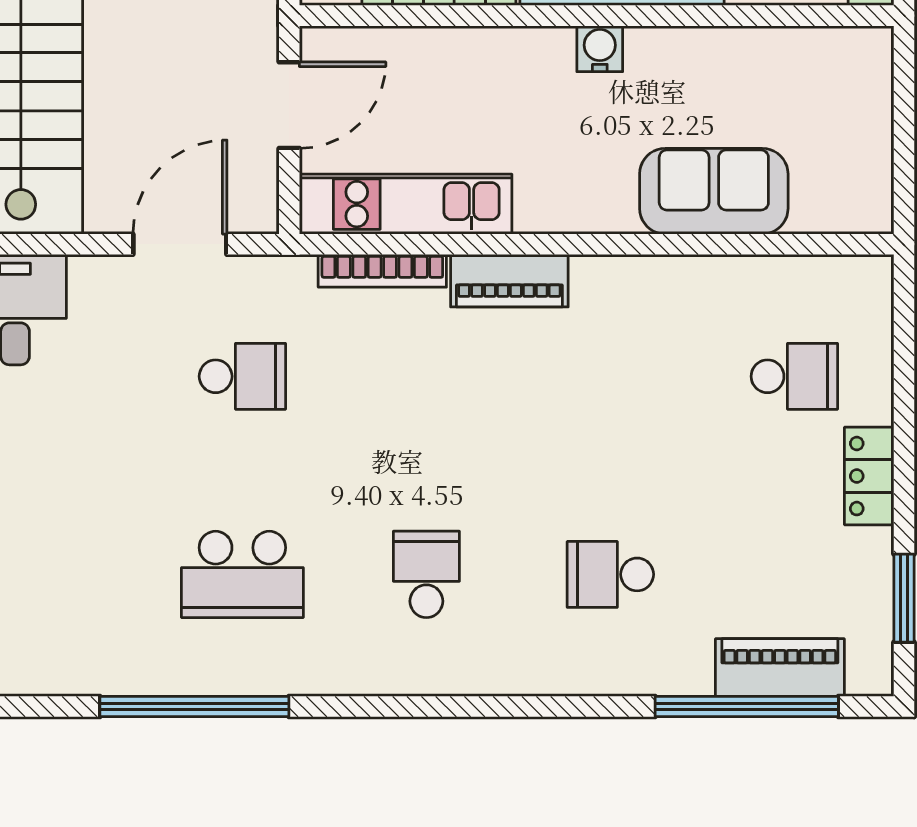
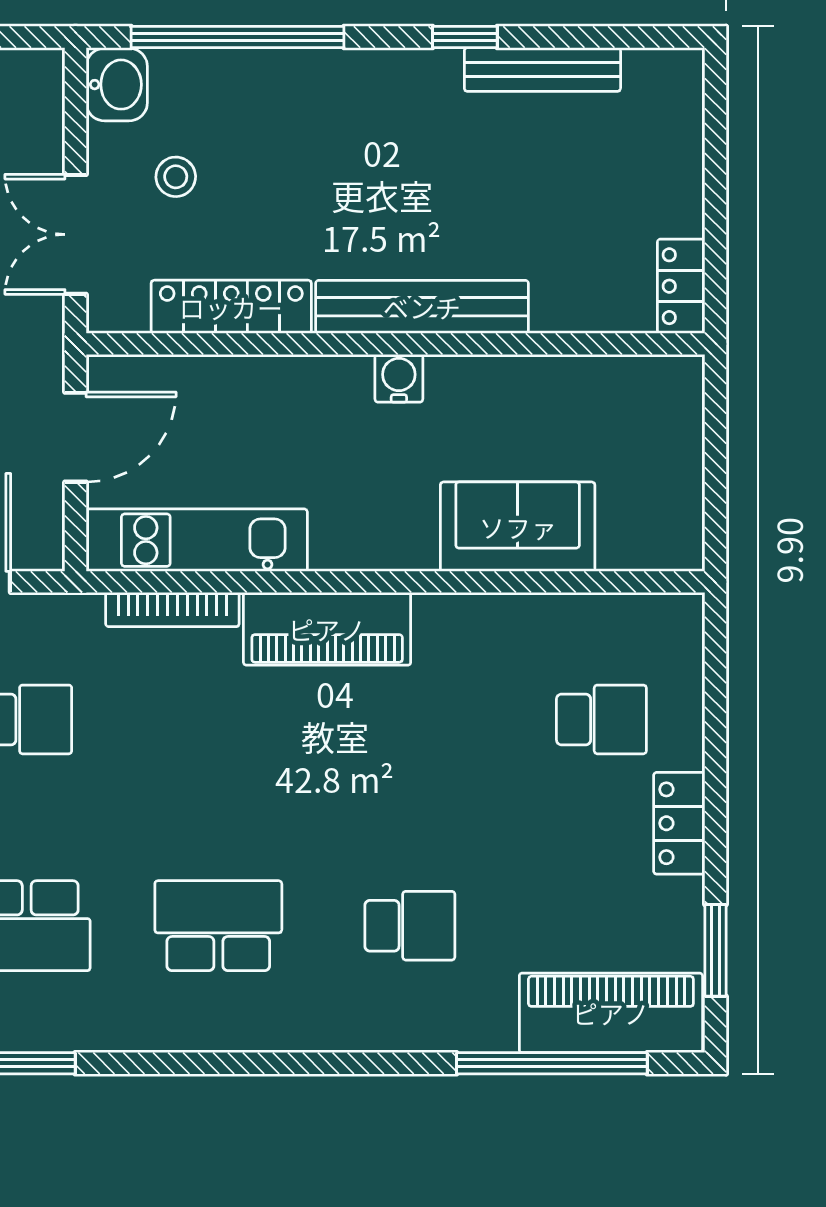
piano: (509, 281) -> (327, 629), width x1.37, depth x1.33
school desk: (426, 574) -> (218, 926), width x1.85
school desk: (610, 574) -> (410, 926), turned 180
piano: (780, 668) -> (611, 1013), width x1.37, depth x1.33

